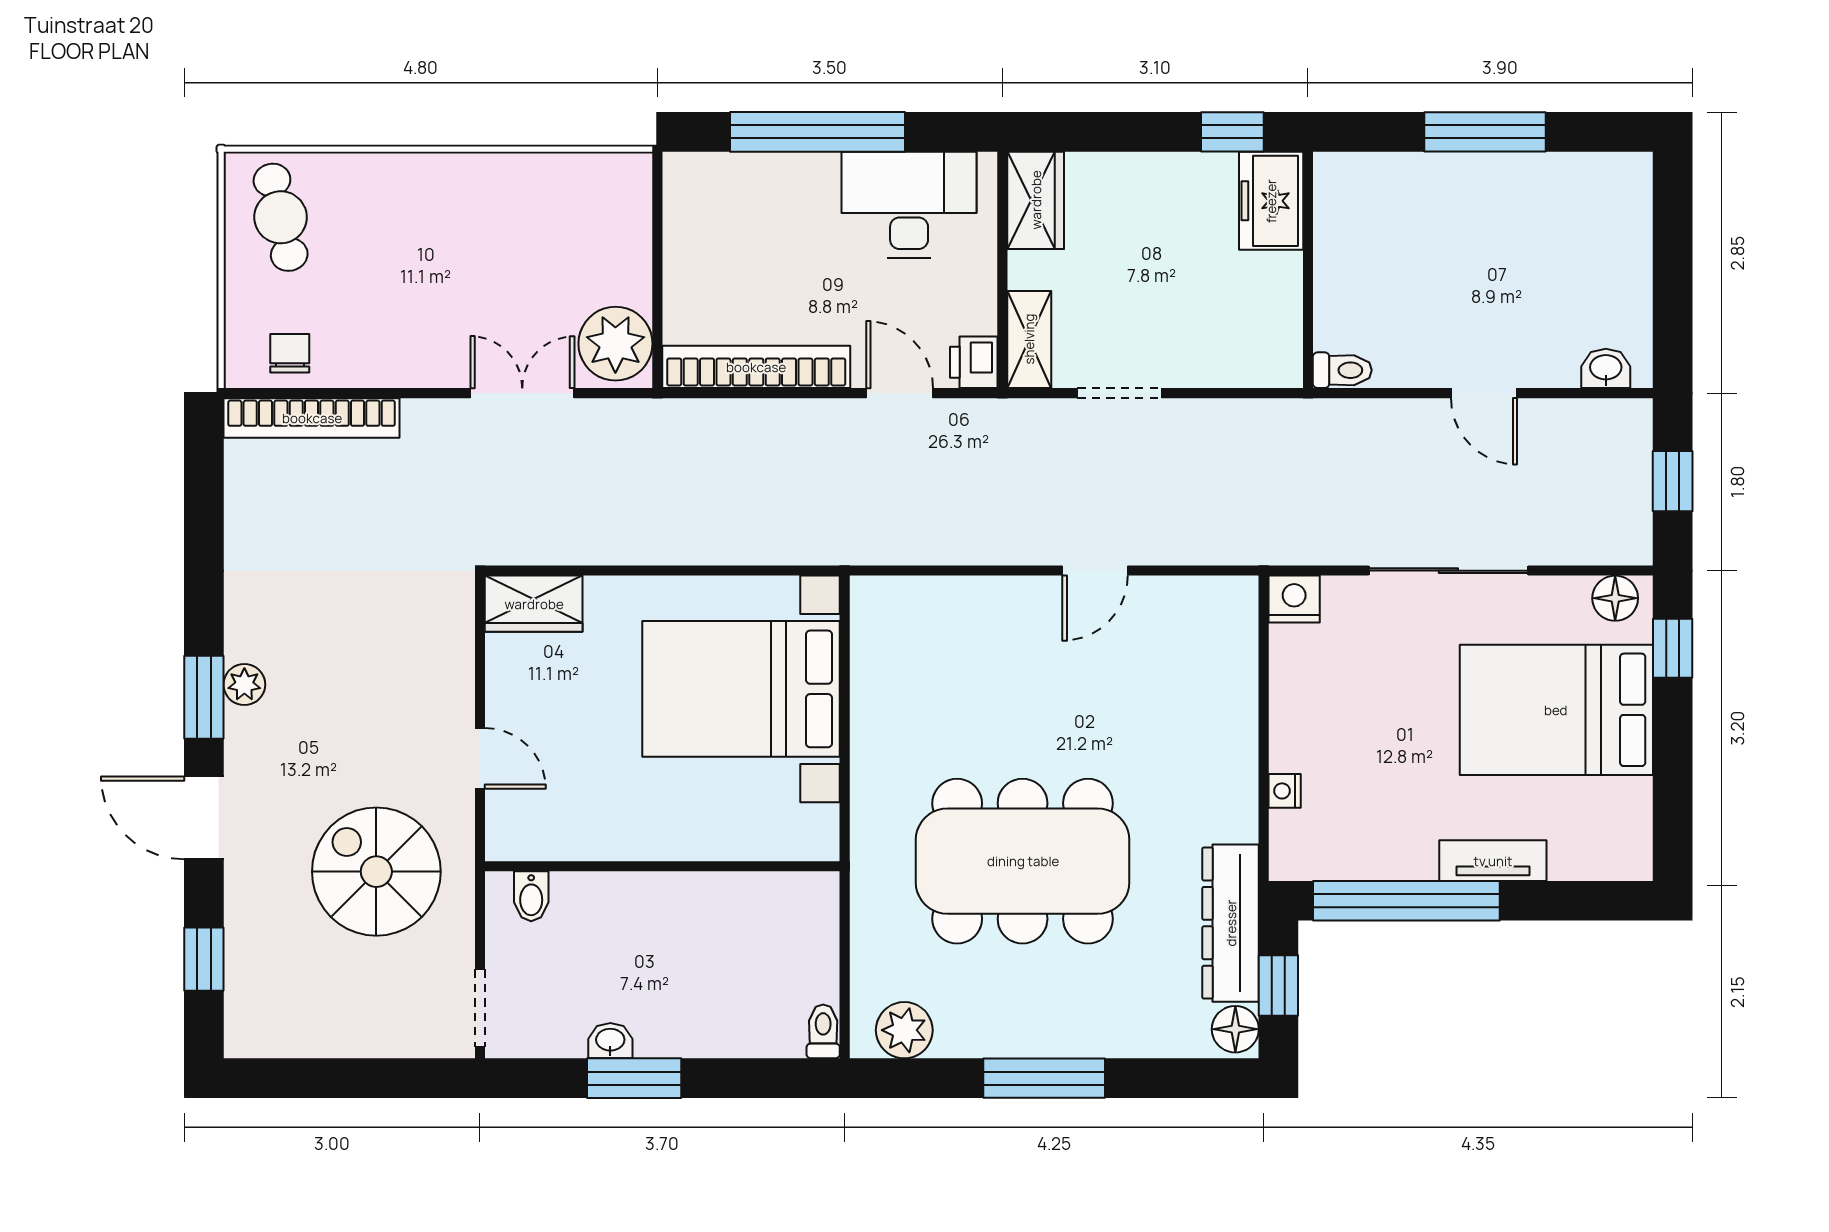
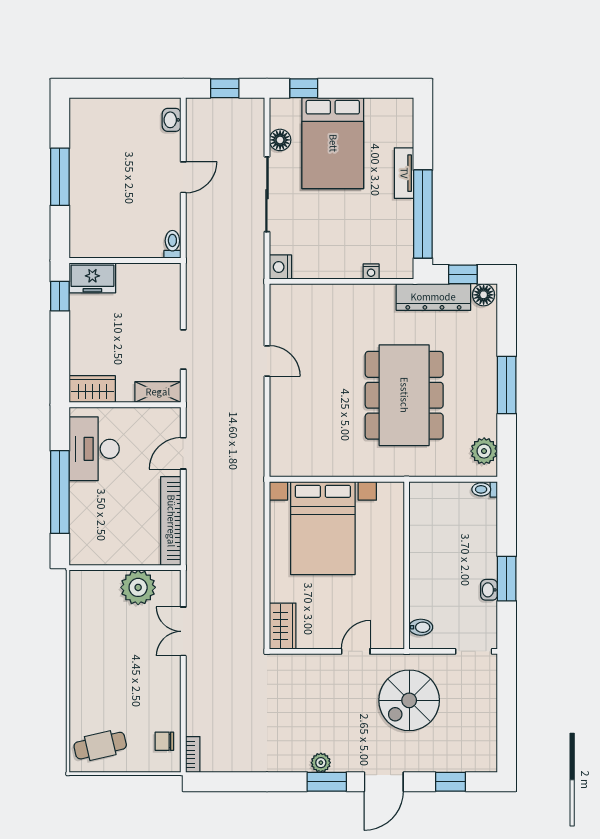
plant: (615, 344) -> (138, 587), moved
printer: (974, 362) -> (169, 418), removed
bookcase: (312, 418) -> (193, 754), width x0.43, depth x0.76
floor lamp: (1615, 598) -> (280, 140), moved

